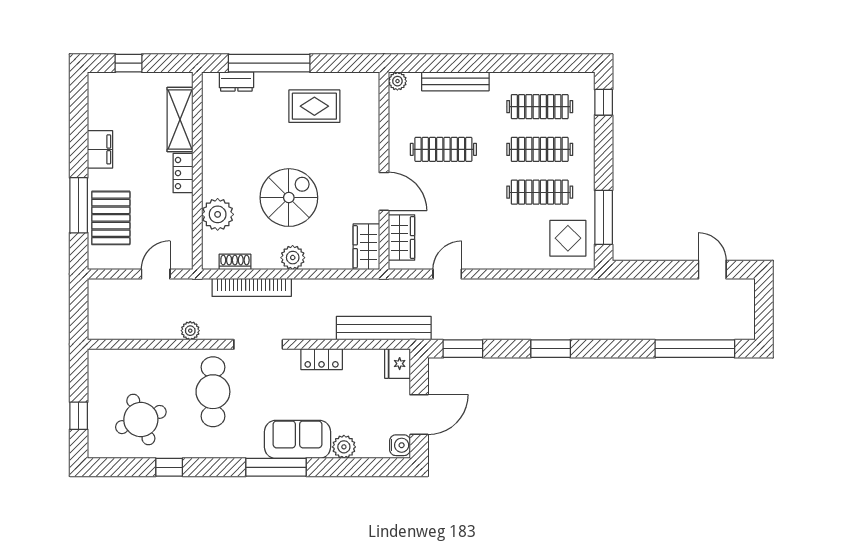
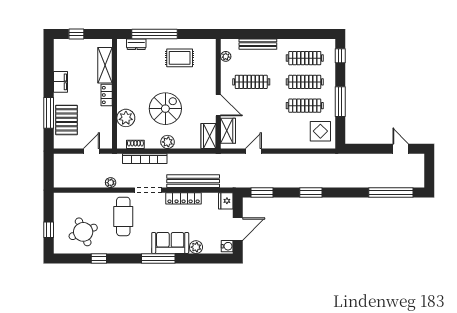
plant: (397, 81) -> (226, 56), moved
window: (604, 217) -> (340, 102), moved
bench: (384, 328) -> (193, 181), moved
locker: (322, 359) -> (184, 198), width x1.53

